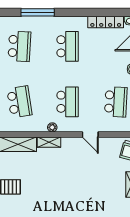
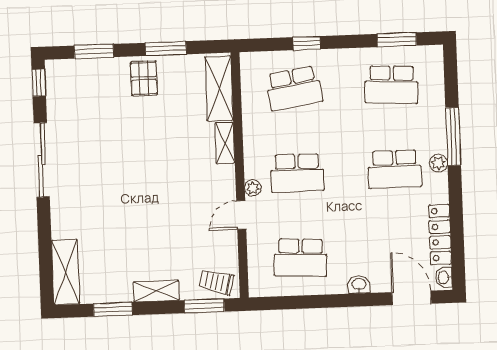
window: (38, 12) -> (453, 137), moved
plant: (65, 21) -> (438, 163), added
plant: (52, 127) -> (253, 188), moved

